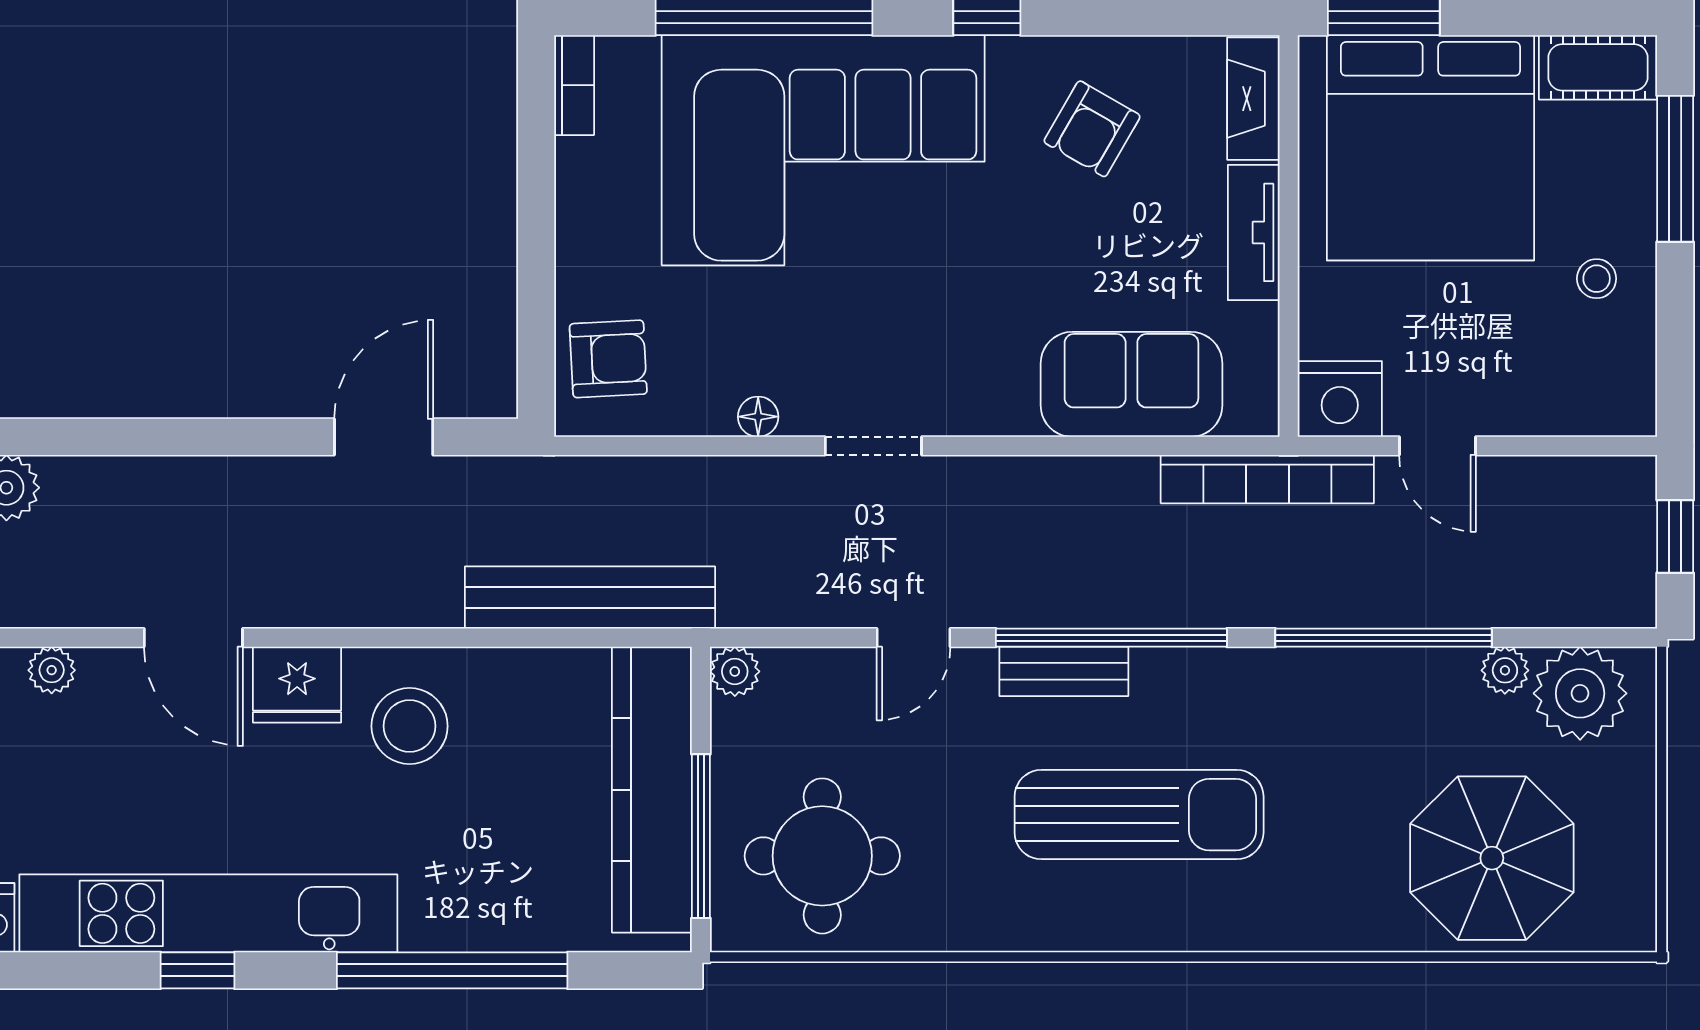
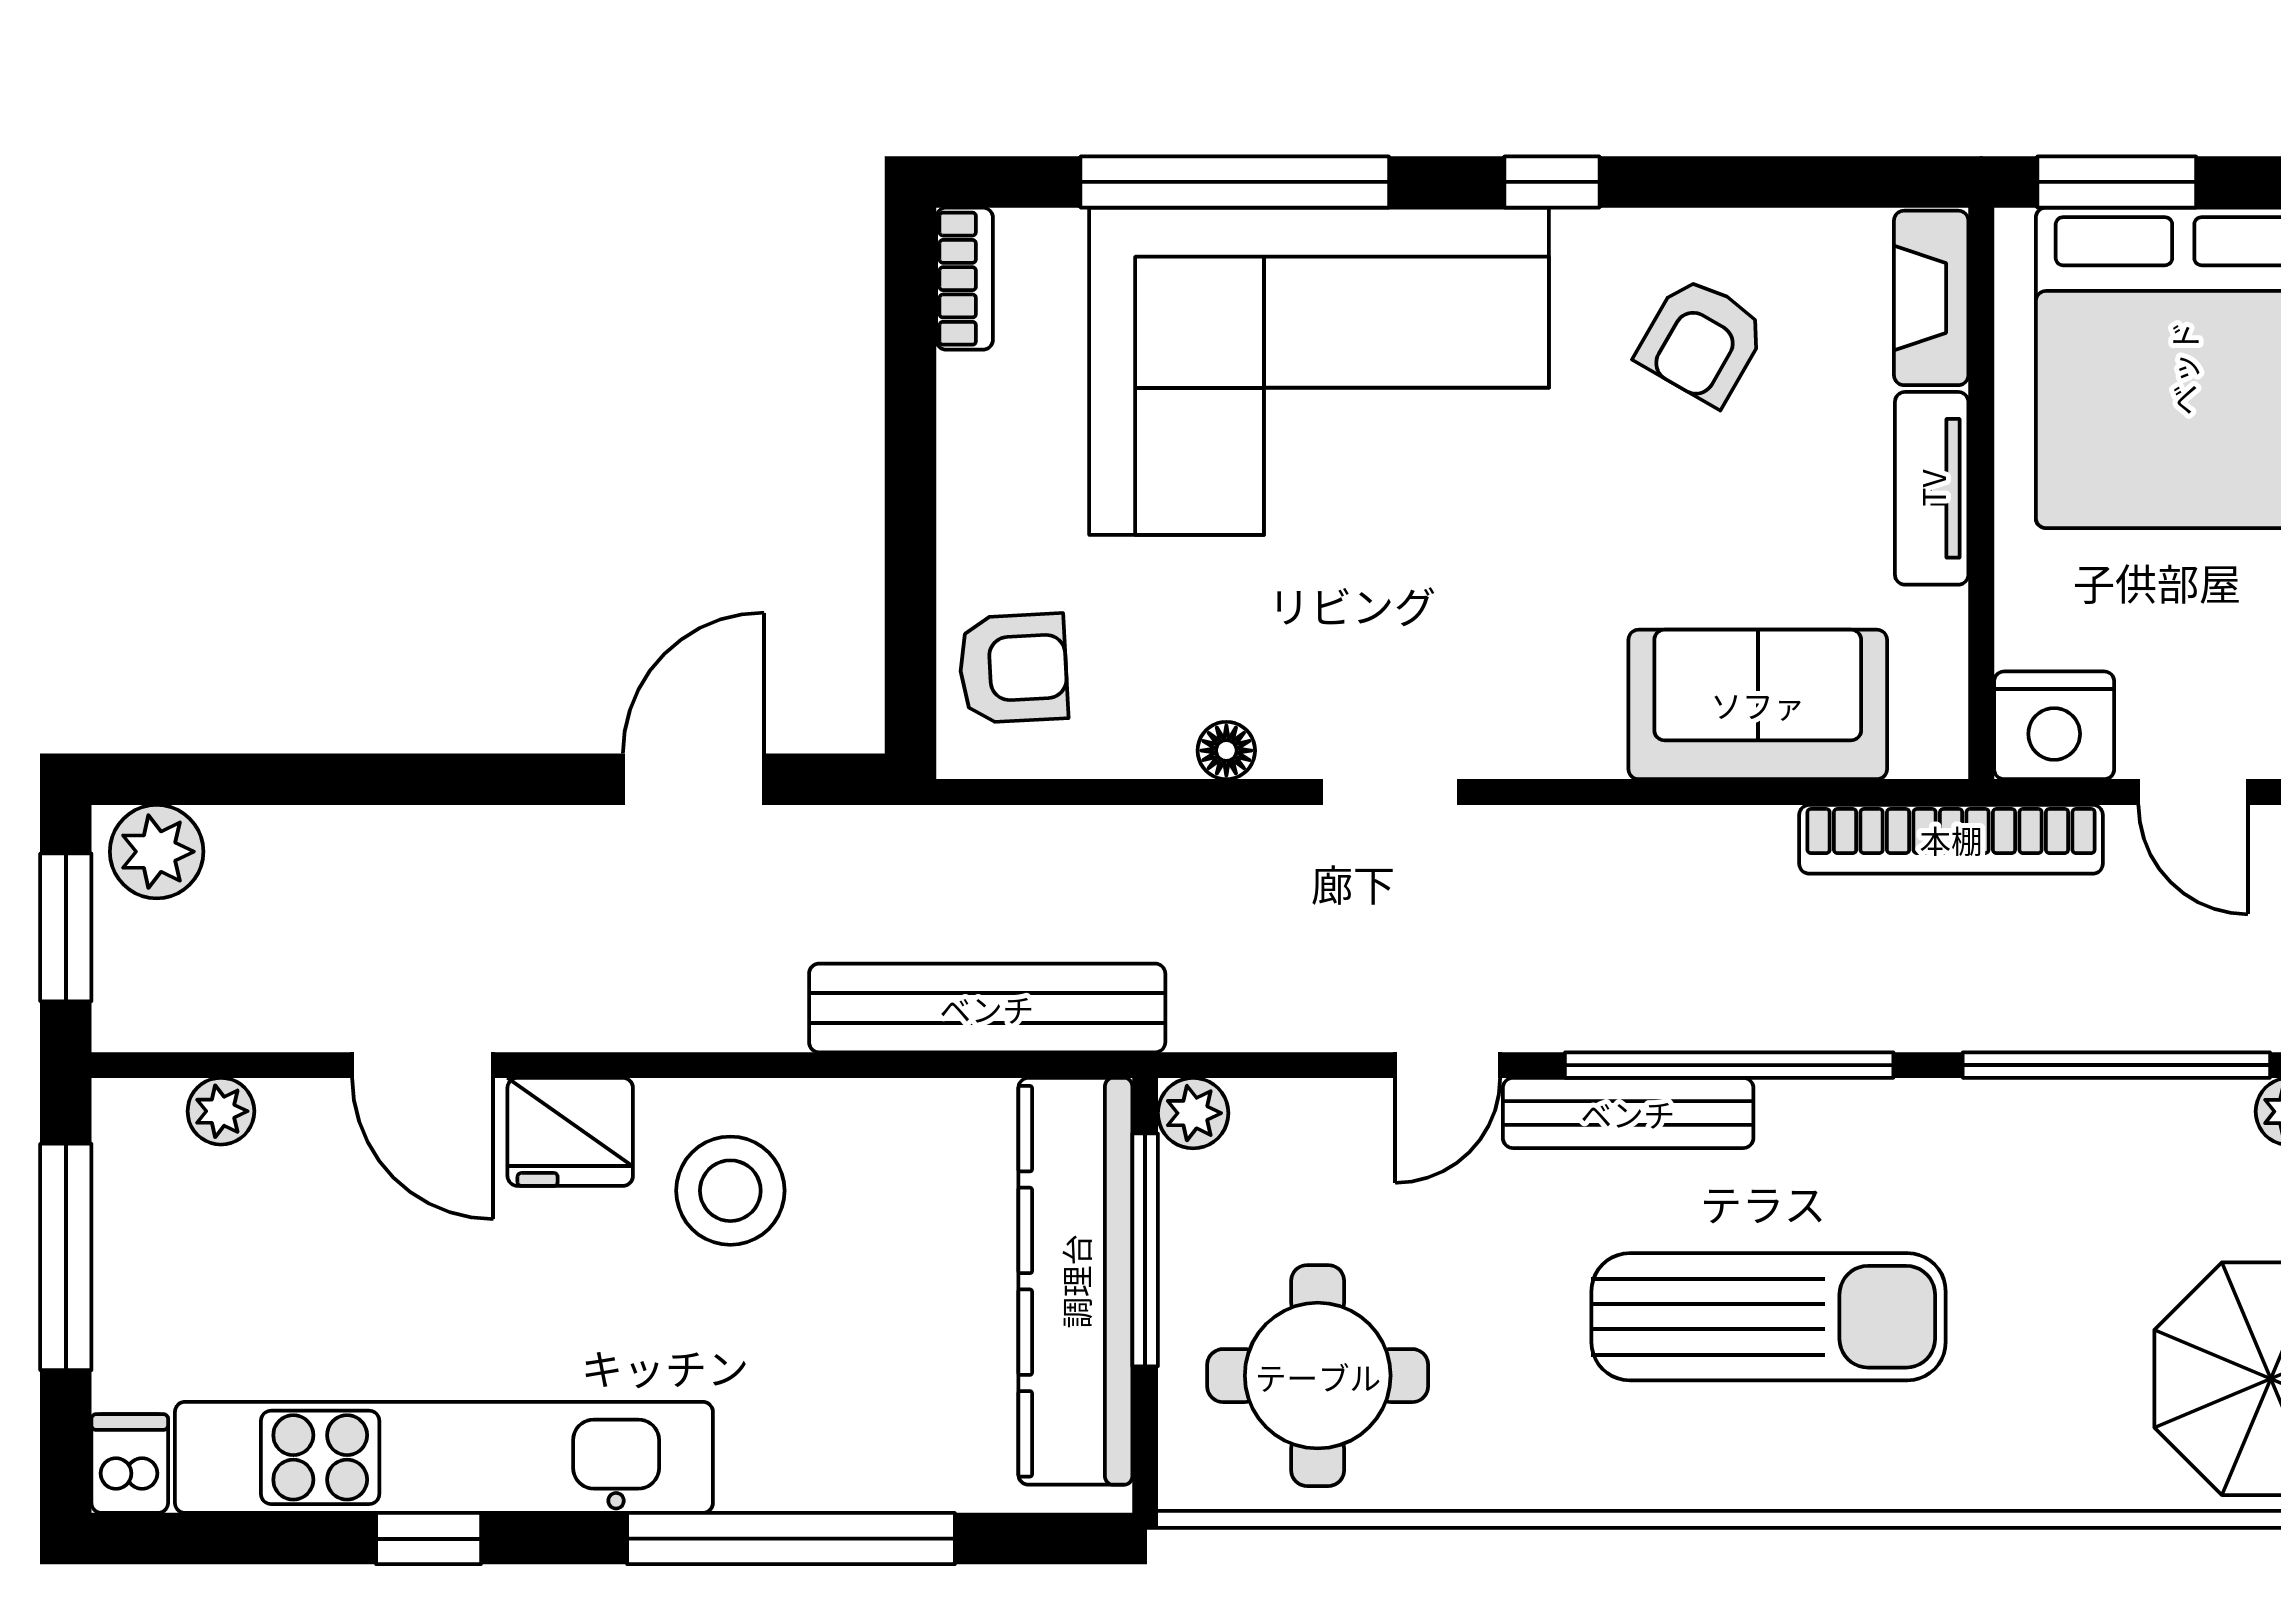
bench: (1064, 671) -> (1628, 1113), width x1.36
window: (701, 836) -> (1145, 1250), moved

